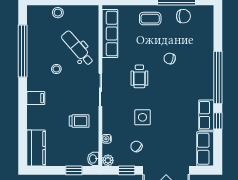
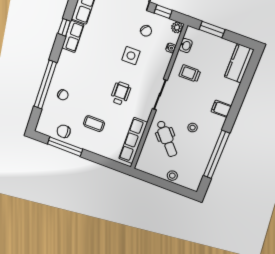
coffee table: (150, 19) -> (94, 124), moved
chair: (170, 59) -> (63, 95), moved
window: (218, 77) -> (45, 85), moved
washbasin: (93, 159) -> (186, 45), moved
window: (74, 170) -> (212, 30), width x1.50

